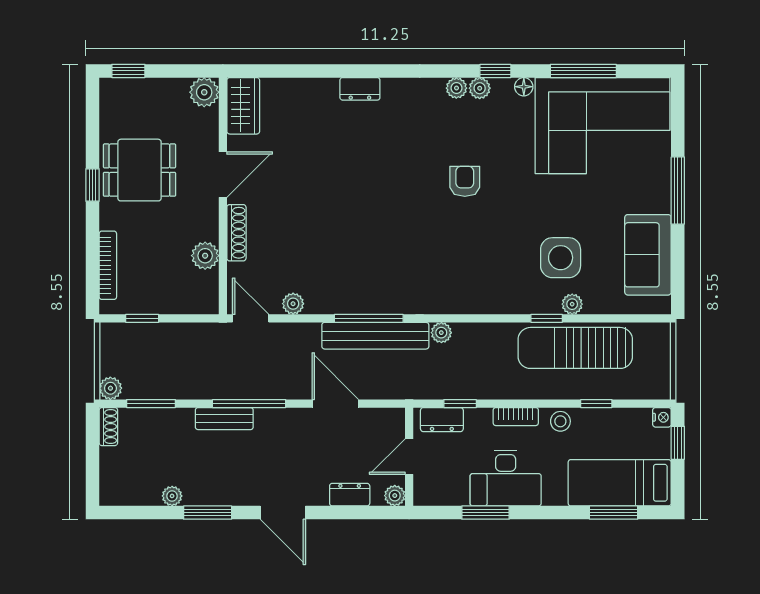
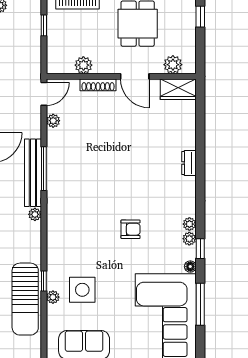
plant: (204, 92) -> (173, 65), moved
sun lounger: (575, 348) -> (25, 299), turned 180

